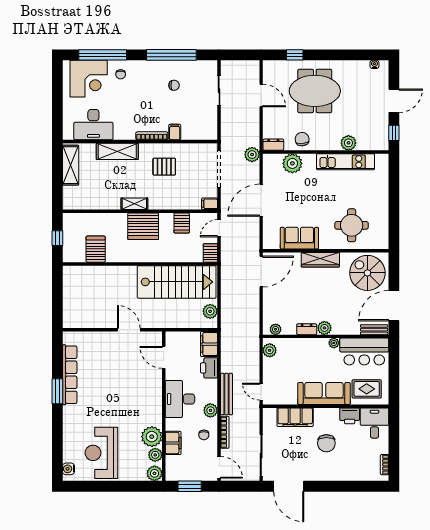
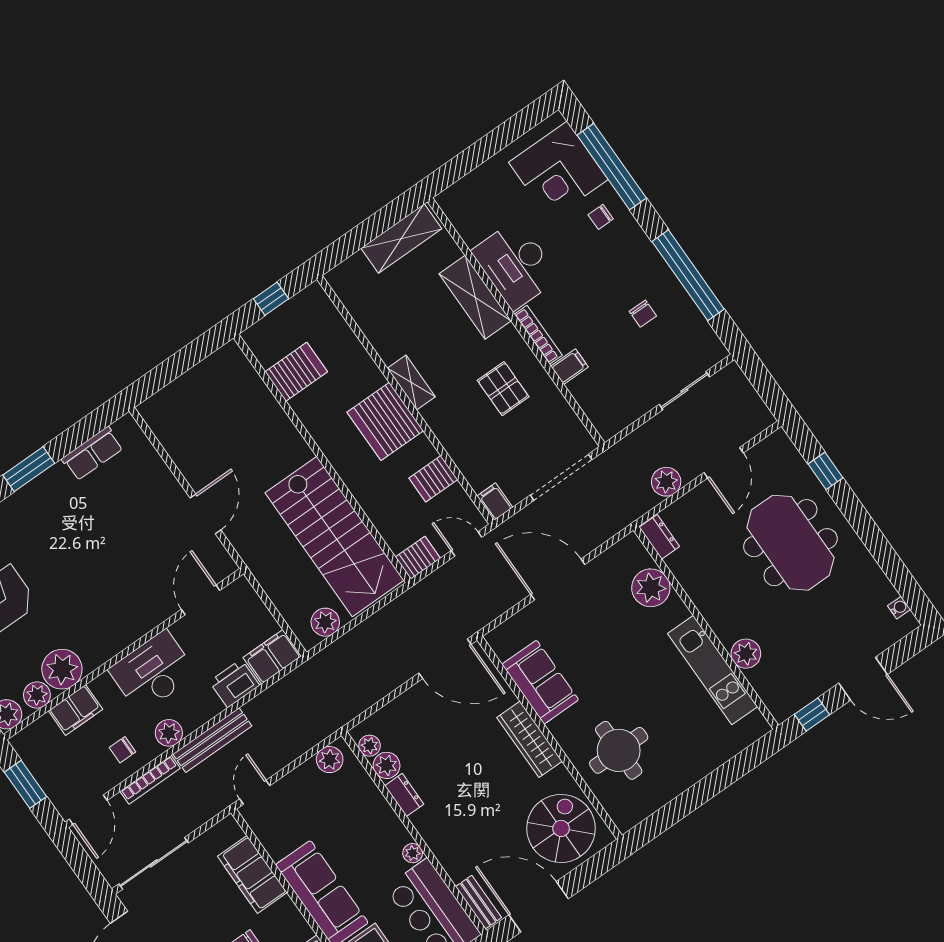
desk: (93, 125) -> (515, 265), moved
chair: (302, 139) -> (700, 576), removed
plant: (252, 155) -> (666, 482), moved
plant: (324, 328) -> (387, 765), moved
row of seats: (70, 375) -> (93, 454), width x0.50

